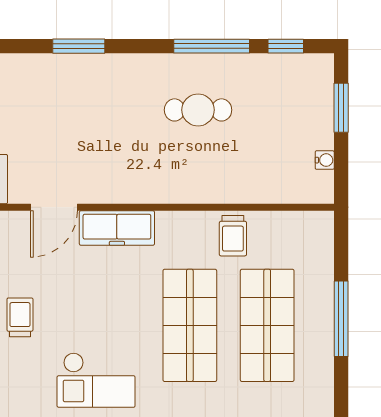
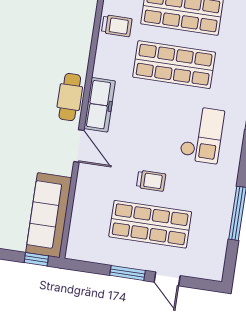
cafe table: (198, 110) -> (70, 97), moved
trolley: (20, 317) -> (151, 181), turned 180

